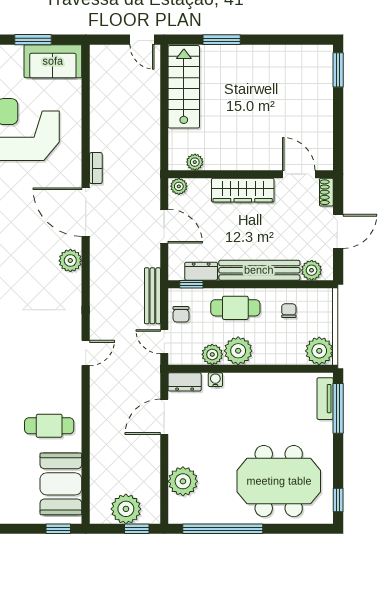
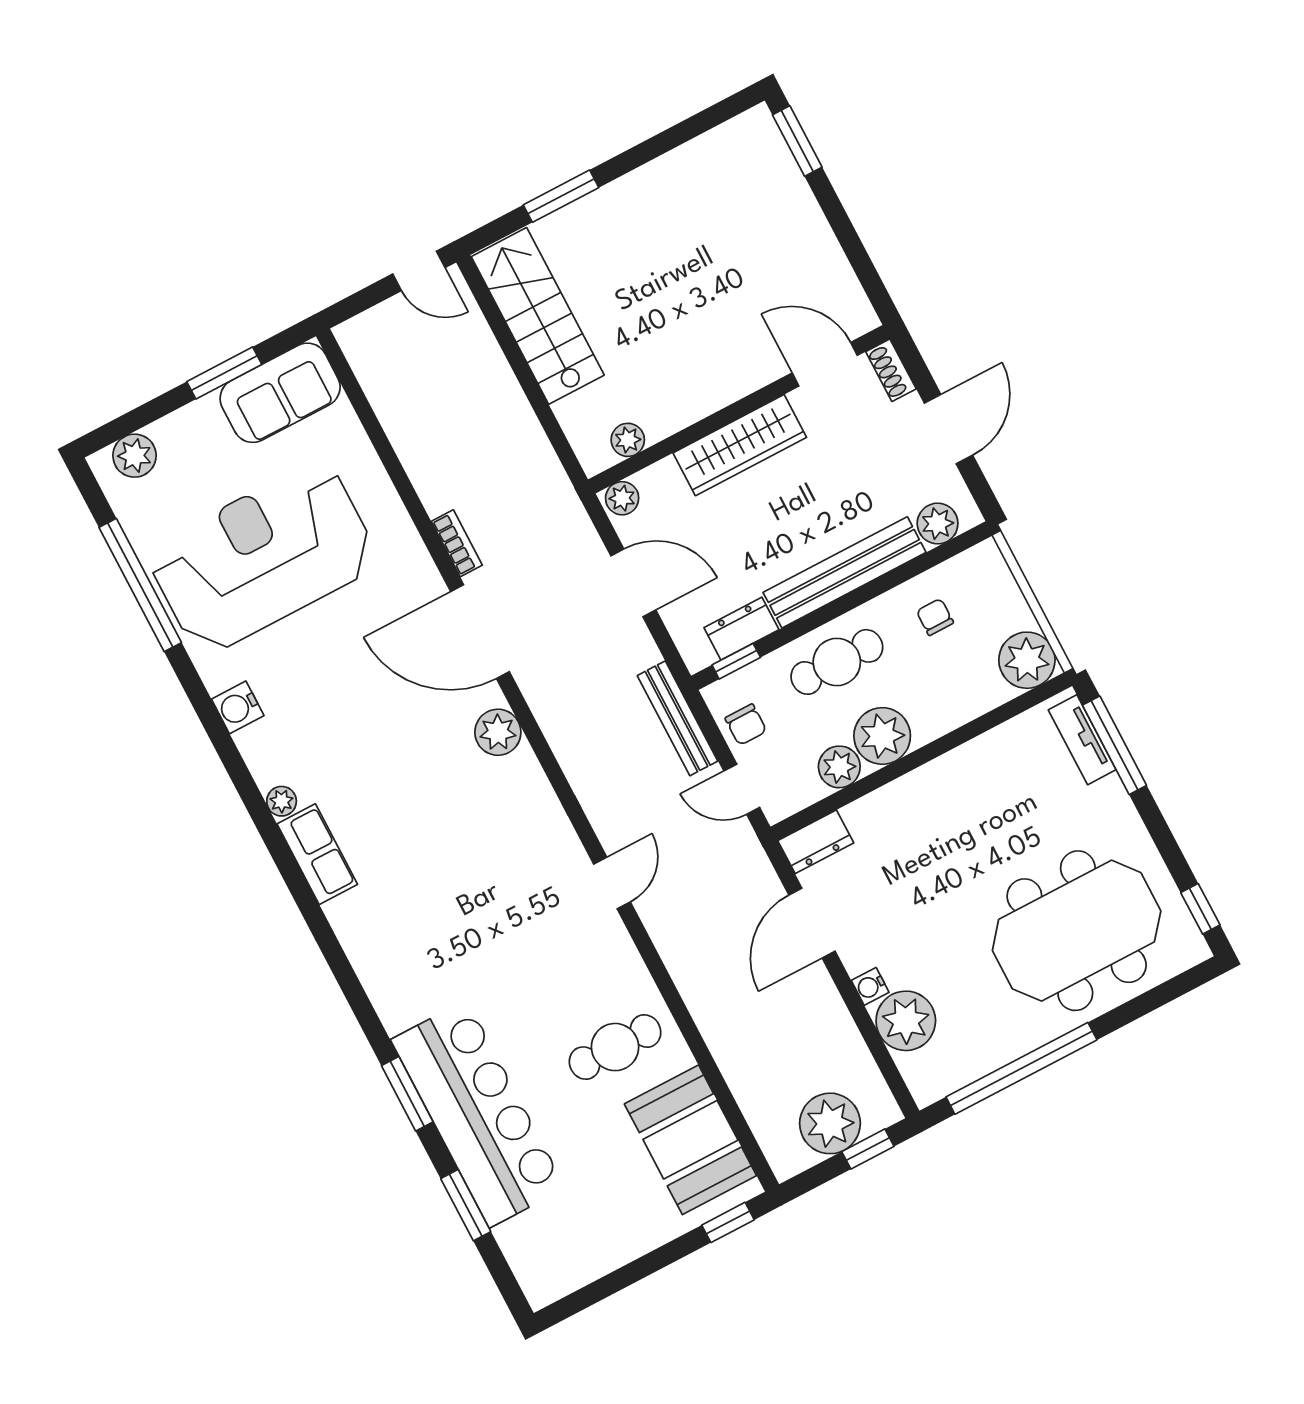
water cooler: (215, 380) -> (870, 986), moved, turned -90

